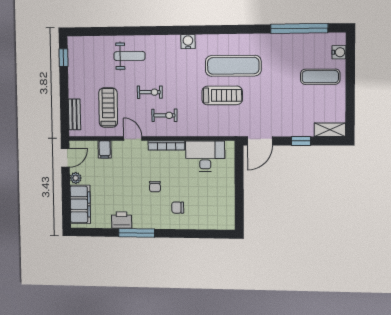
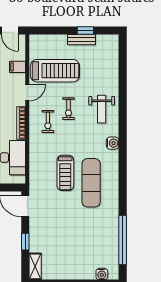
weight bench: (130, 56) -> (102, 109), moved
window: (63, 58) -> (85, 30), moved
exercise mat: (320, 77) -> (81, 258), removed
treadmill: (108, 108) -> (55, 71), width x1.37, depth x1.38
bench: (74, 114) -> (82, 40), moved

